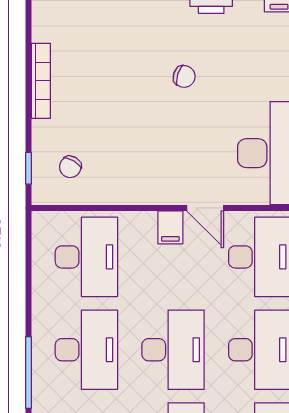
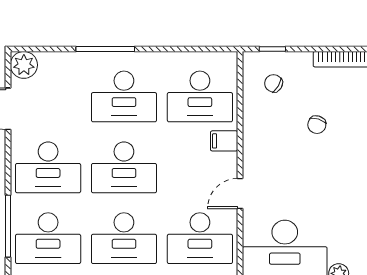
chair: (184, 76) -> (317, 125), moved
filing cabinet: (170, 227) -> (224, 141), moved

